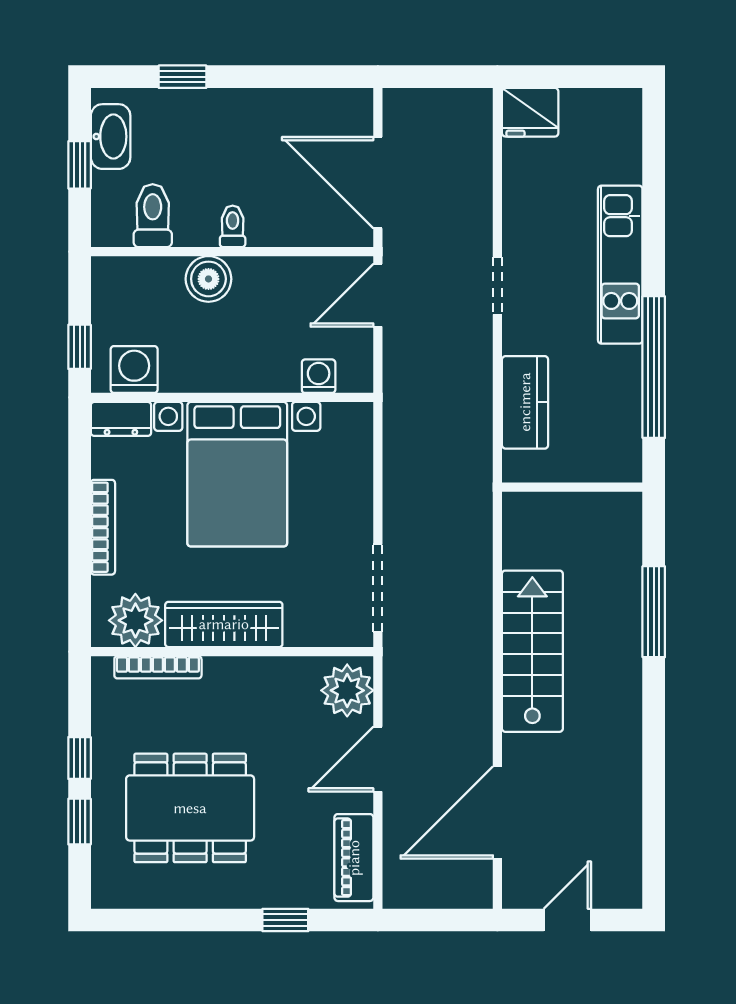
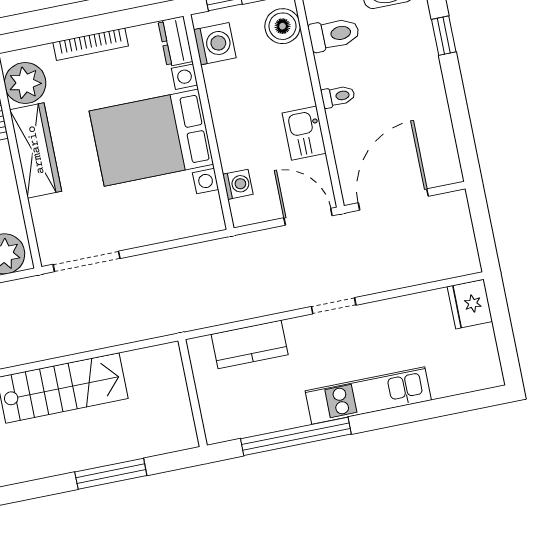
boiler: (208, 279) -> (283, 26), moved
kitchen sink: (271, 279) -> (304, 133), added

